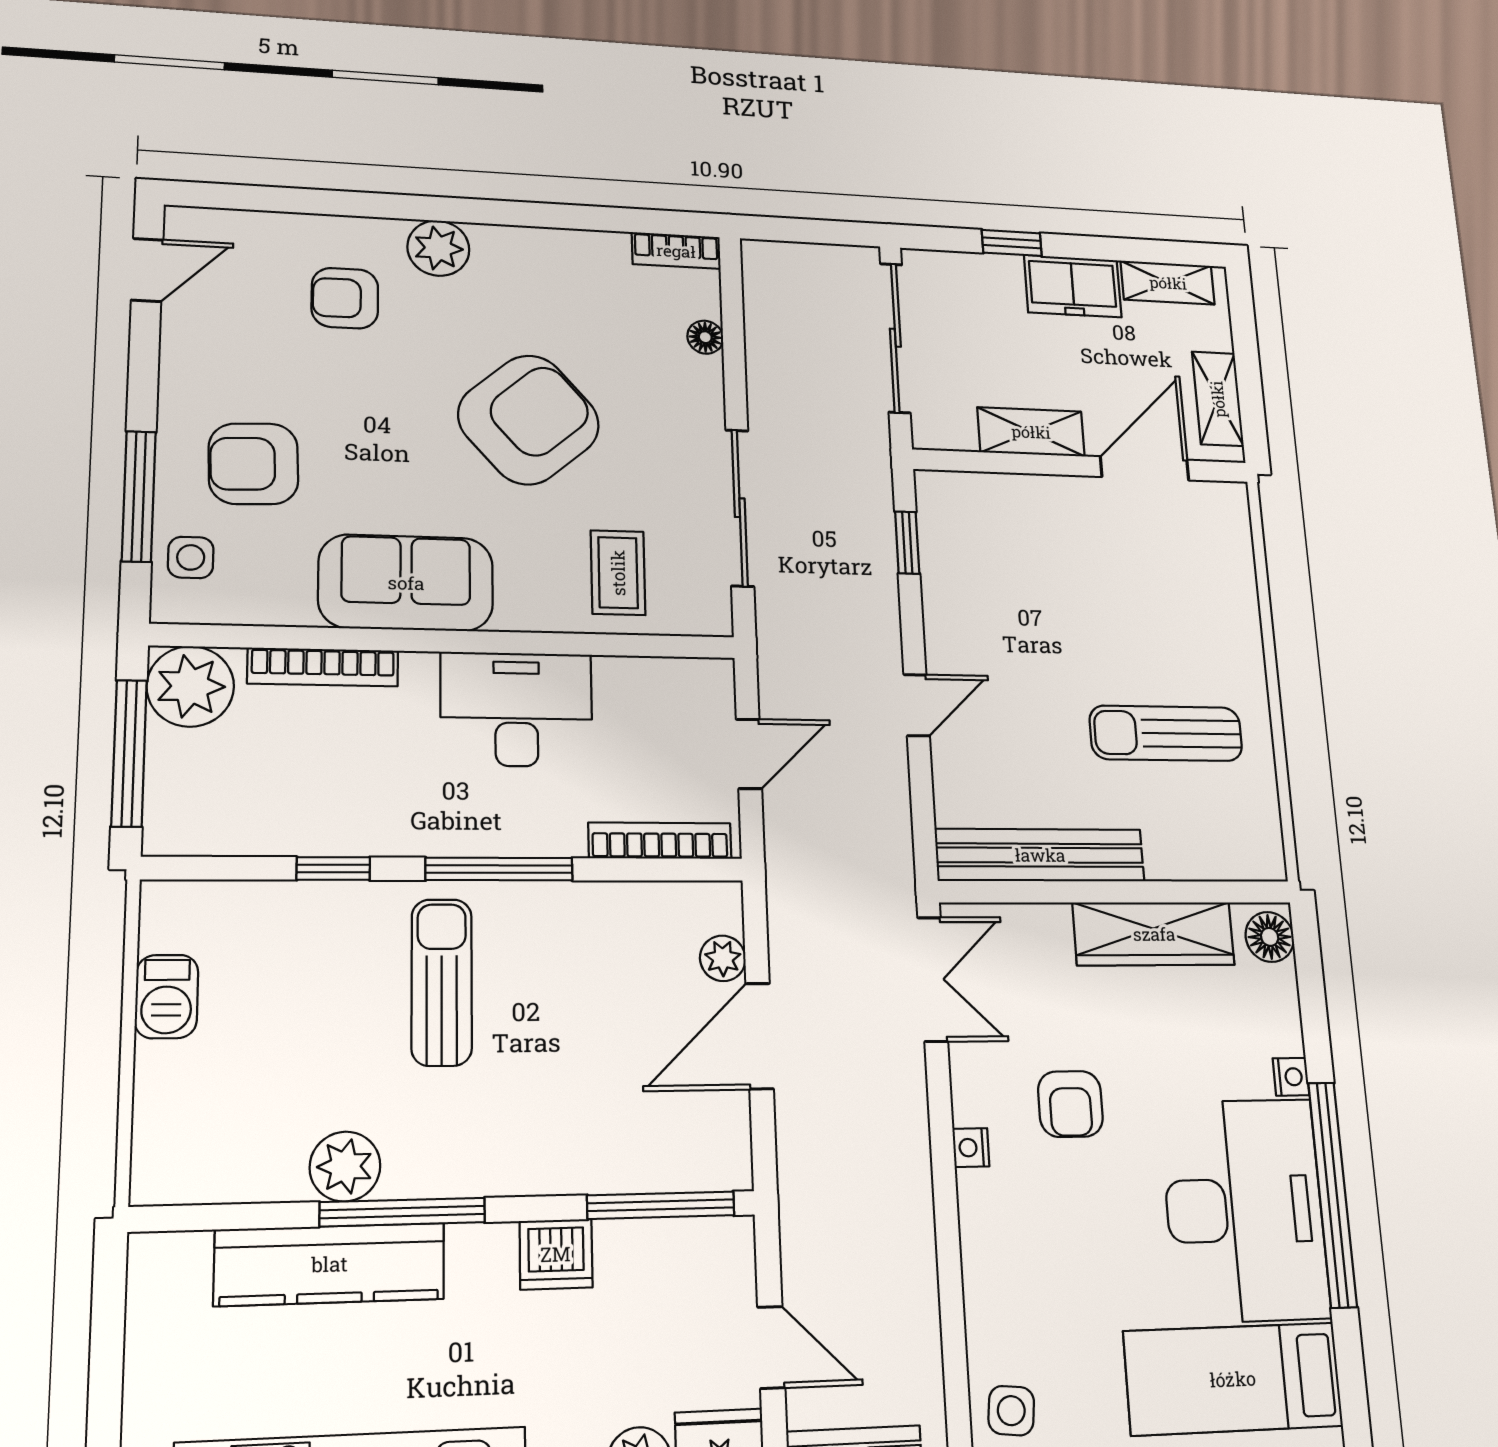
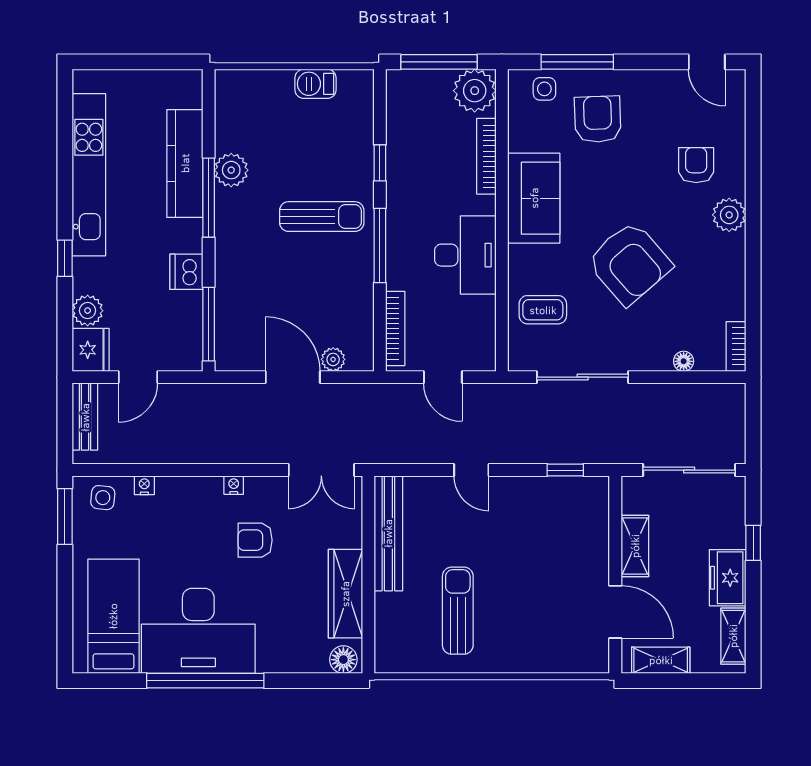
nightstand: (1291, 1077) -> (144, 485), moved, turned 180

